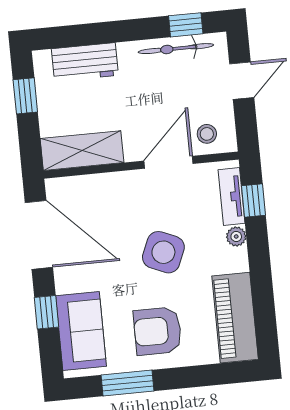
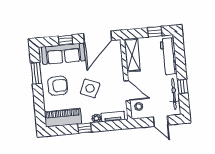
window: (186, 25) -> (183, 86), moved
workbench: (85, 62) -> (169, 56), width x1.38
window: (253, 200) -> (85, 128), moved
sofa: (81, 331) -> (63, 54), width x1.36
armchair: (158, 331) -> (58, 86), turned 90

